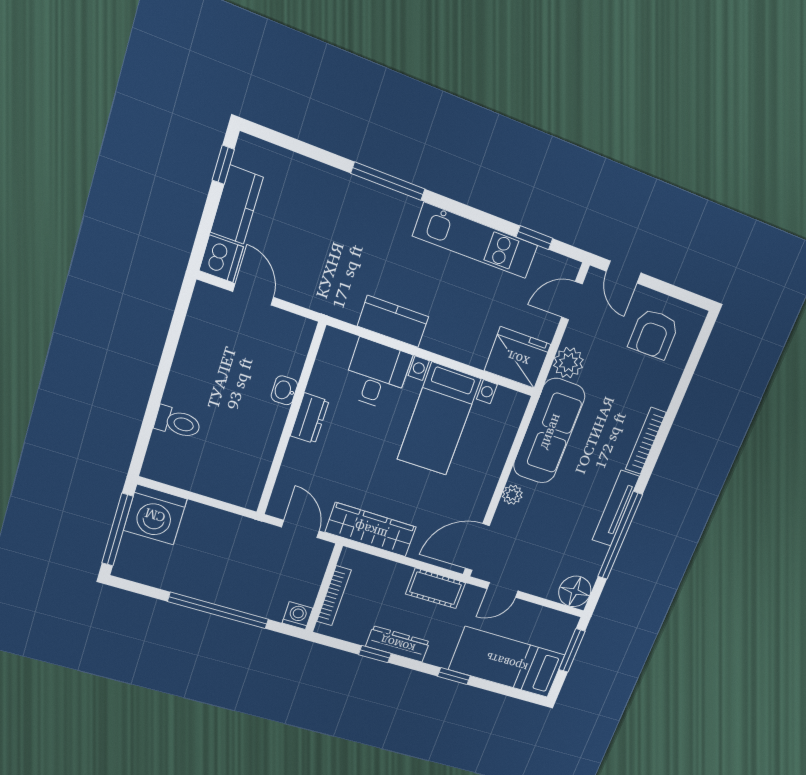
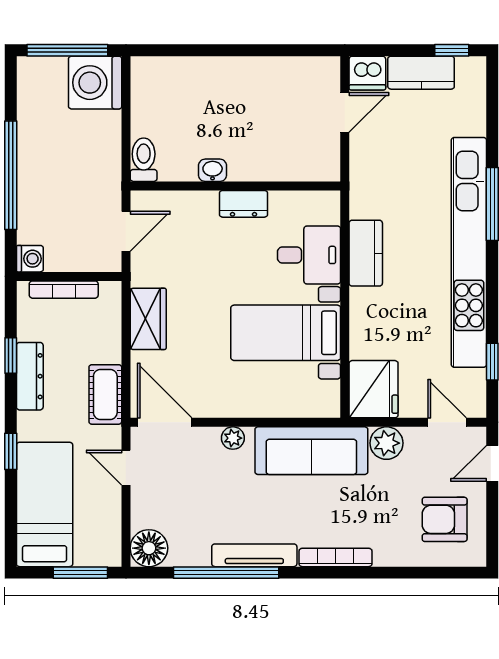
kitchen unit: (475, 241) -> (469, 252), width x1.86
washbasin: (284, 390) -> (213, 170), moved
toilet: (178, 423) -> (144, 160), moved, turned 180
wardrobe: (371, 530) -> (148, 319), width x0.67

